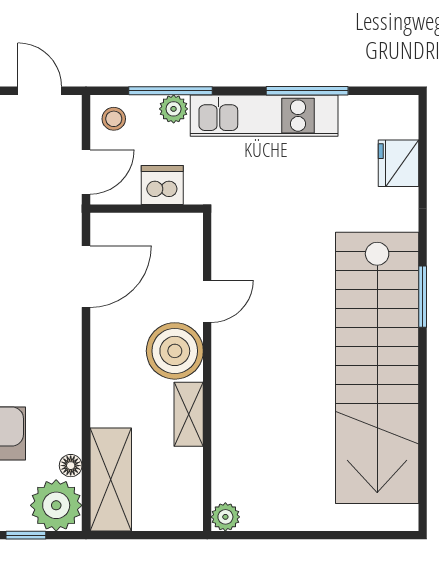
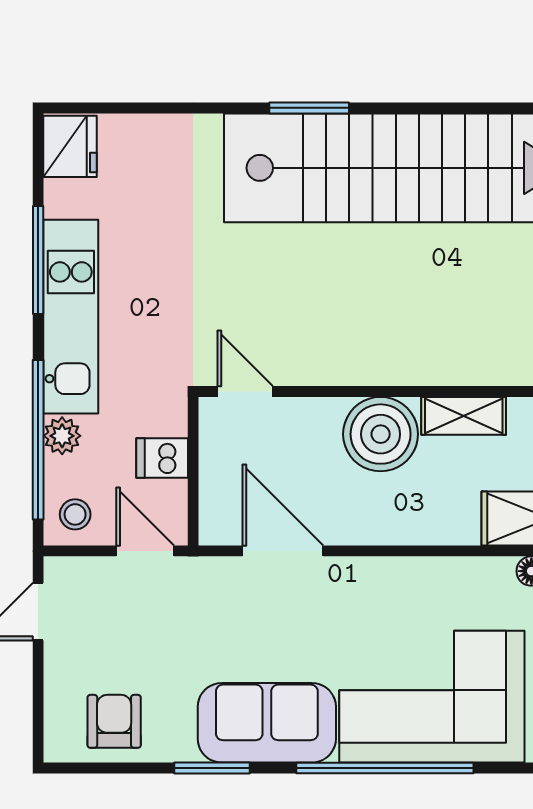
window: (170, 91) -> (38, 440), width x1.46
fridge: (398, 163) -> (70, 146), moved, turned -90
dishwasher: (162, 185) -> (162, 458), width x0.73
door: (207, 301) -> (245, 391), moved

